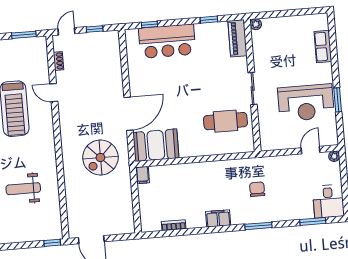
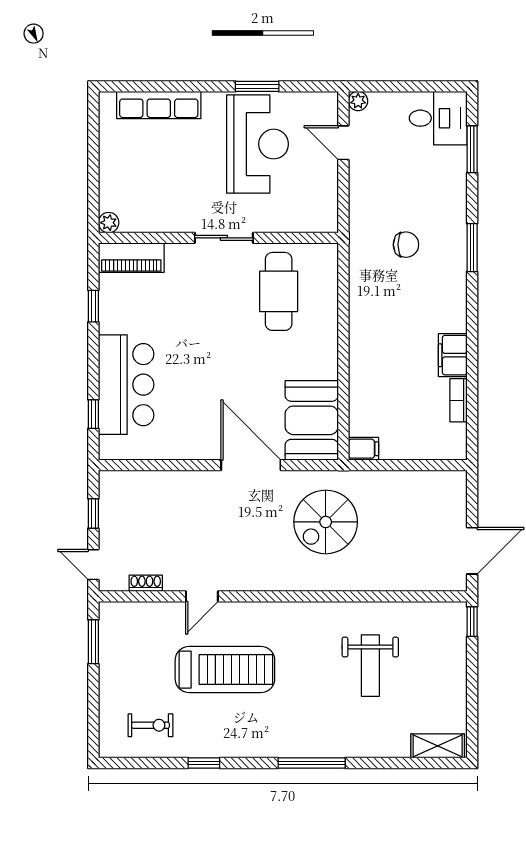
row of seats: (323, 47) -> (159, 105), width x1.48
spiral stairs: (100, 158) -> (326, 522), turned 90
chair: (257, 189) -> (406, 245), turned 180
filing cabinet: (218, 218) -> (453, 355), moved

